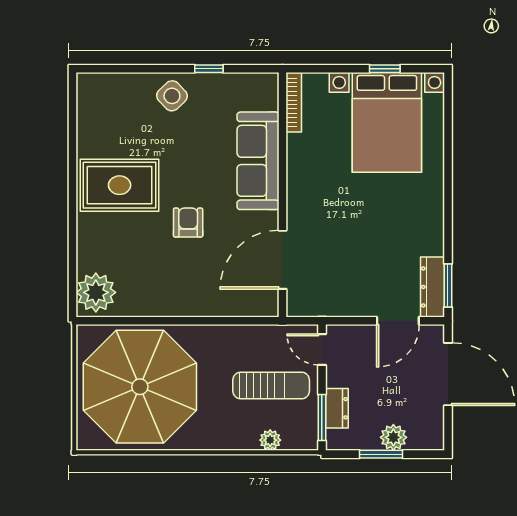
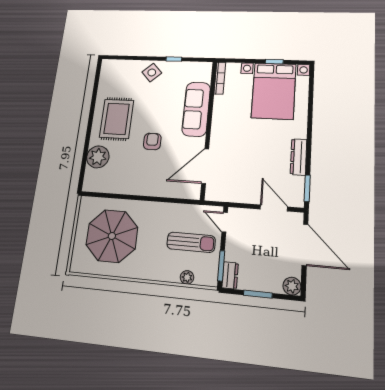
rug: (120, 185) -> (117, 119), turned 90
dresser: (432, 287) -> (299, 157), moved
plant: (96, 292) -> (98, 157), moved
door: (398, 321) -> (274, 208), swing flipped
parasol: (140, 387) -> (112, 236), width x0.73, depth x0.73
dresser: (337, 408) -> (230, 275), moved
plant: (393, 437) -> (292, 286), moved

